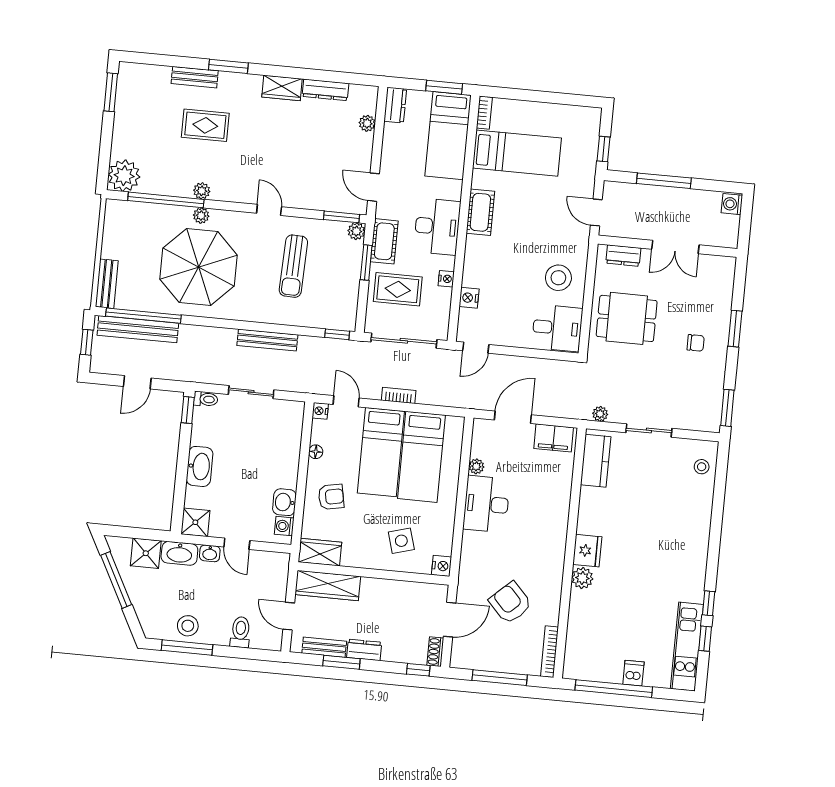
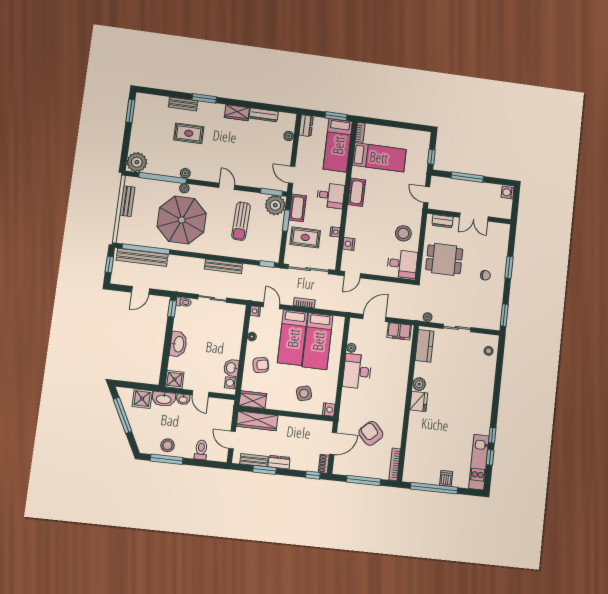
desk: (437, 227) -> (331, 196), width x0.73
plant: (356, 231) -> (275, 205), width x1.87, depth x1.87
bench: (107, 284) -> (127, 201), moved
plant: (582, 578) -> (419, 384), moved

